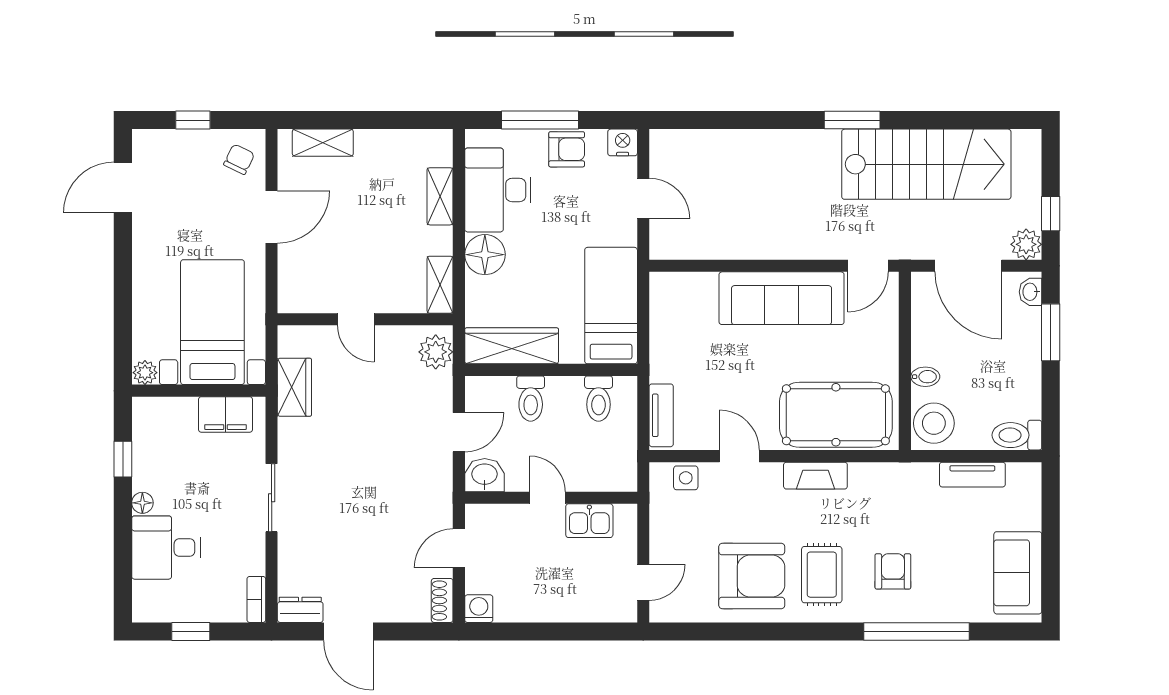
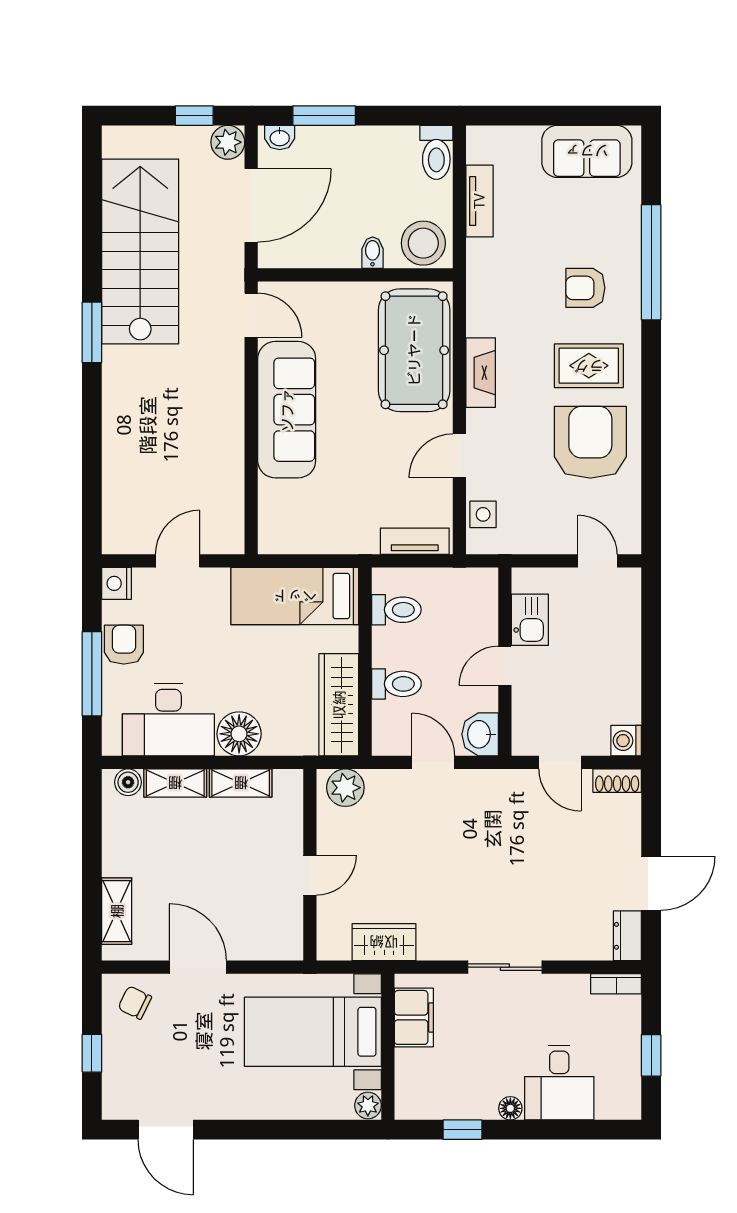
boiler: (441, 153) -> (128, 782), added
shelving: (440, 285) -> (241, 783), moved

